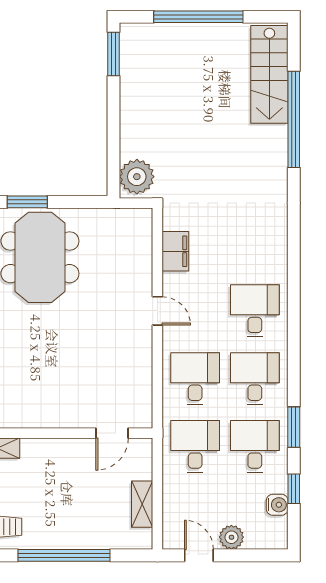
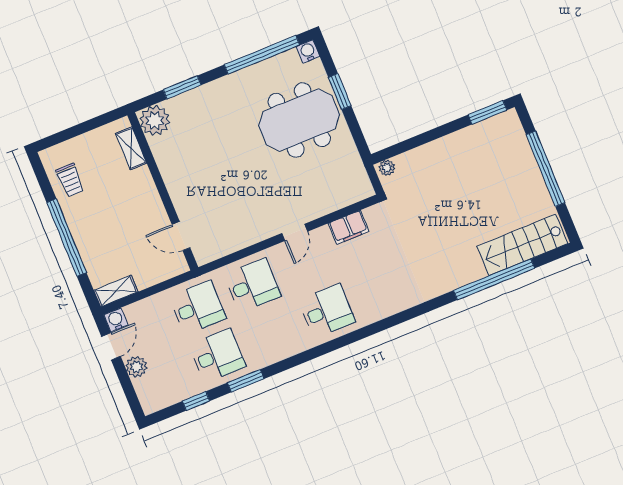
plant: (137, 177) -> (387, 168), width x0.53, depth x0.53
desk: (255, 379) -> (272, 333), removed
shelving: (142, 504) -> (116, 291), moved
water cooler: (277, 505) -> (116, 320), moved, turned 180

